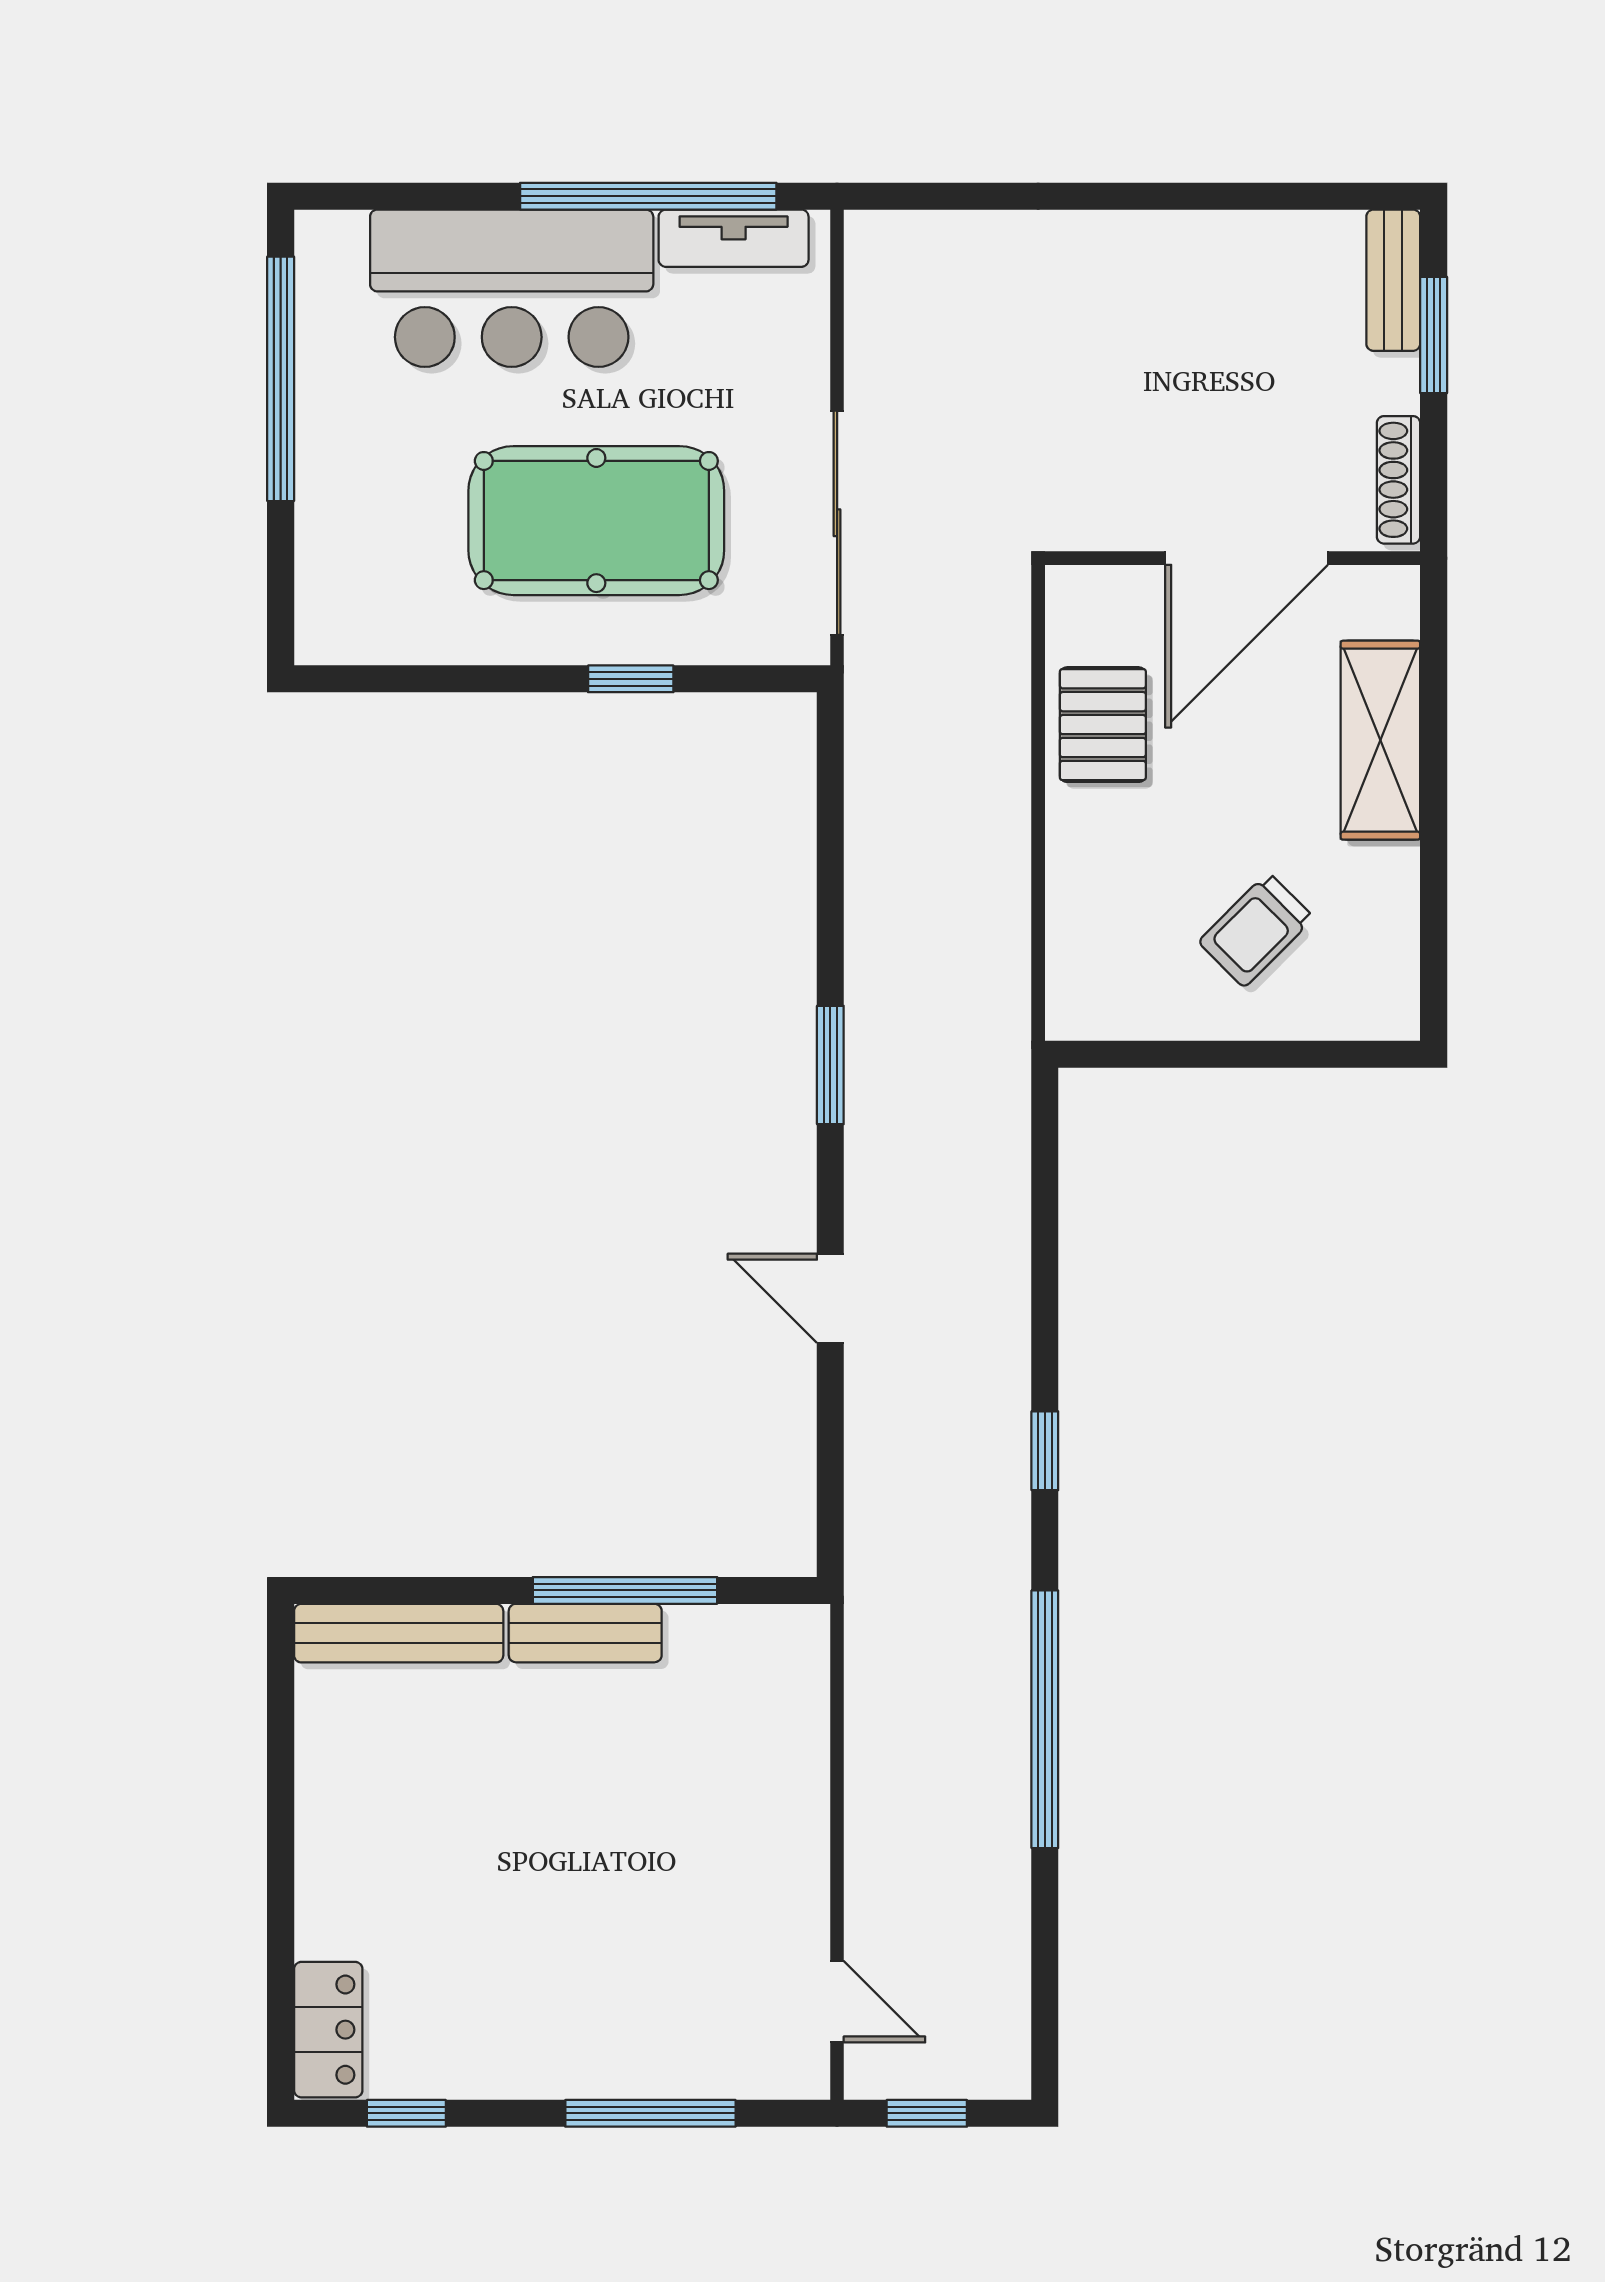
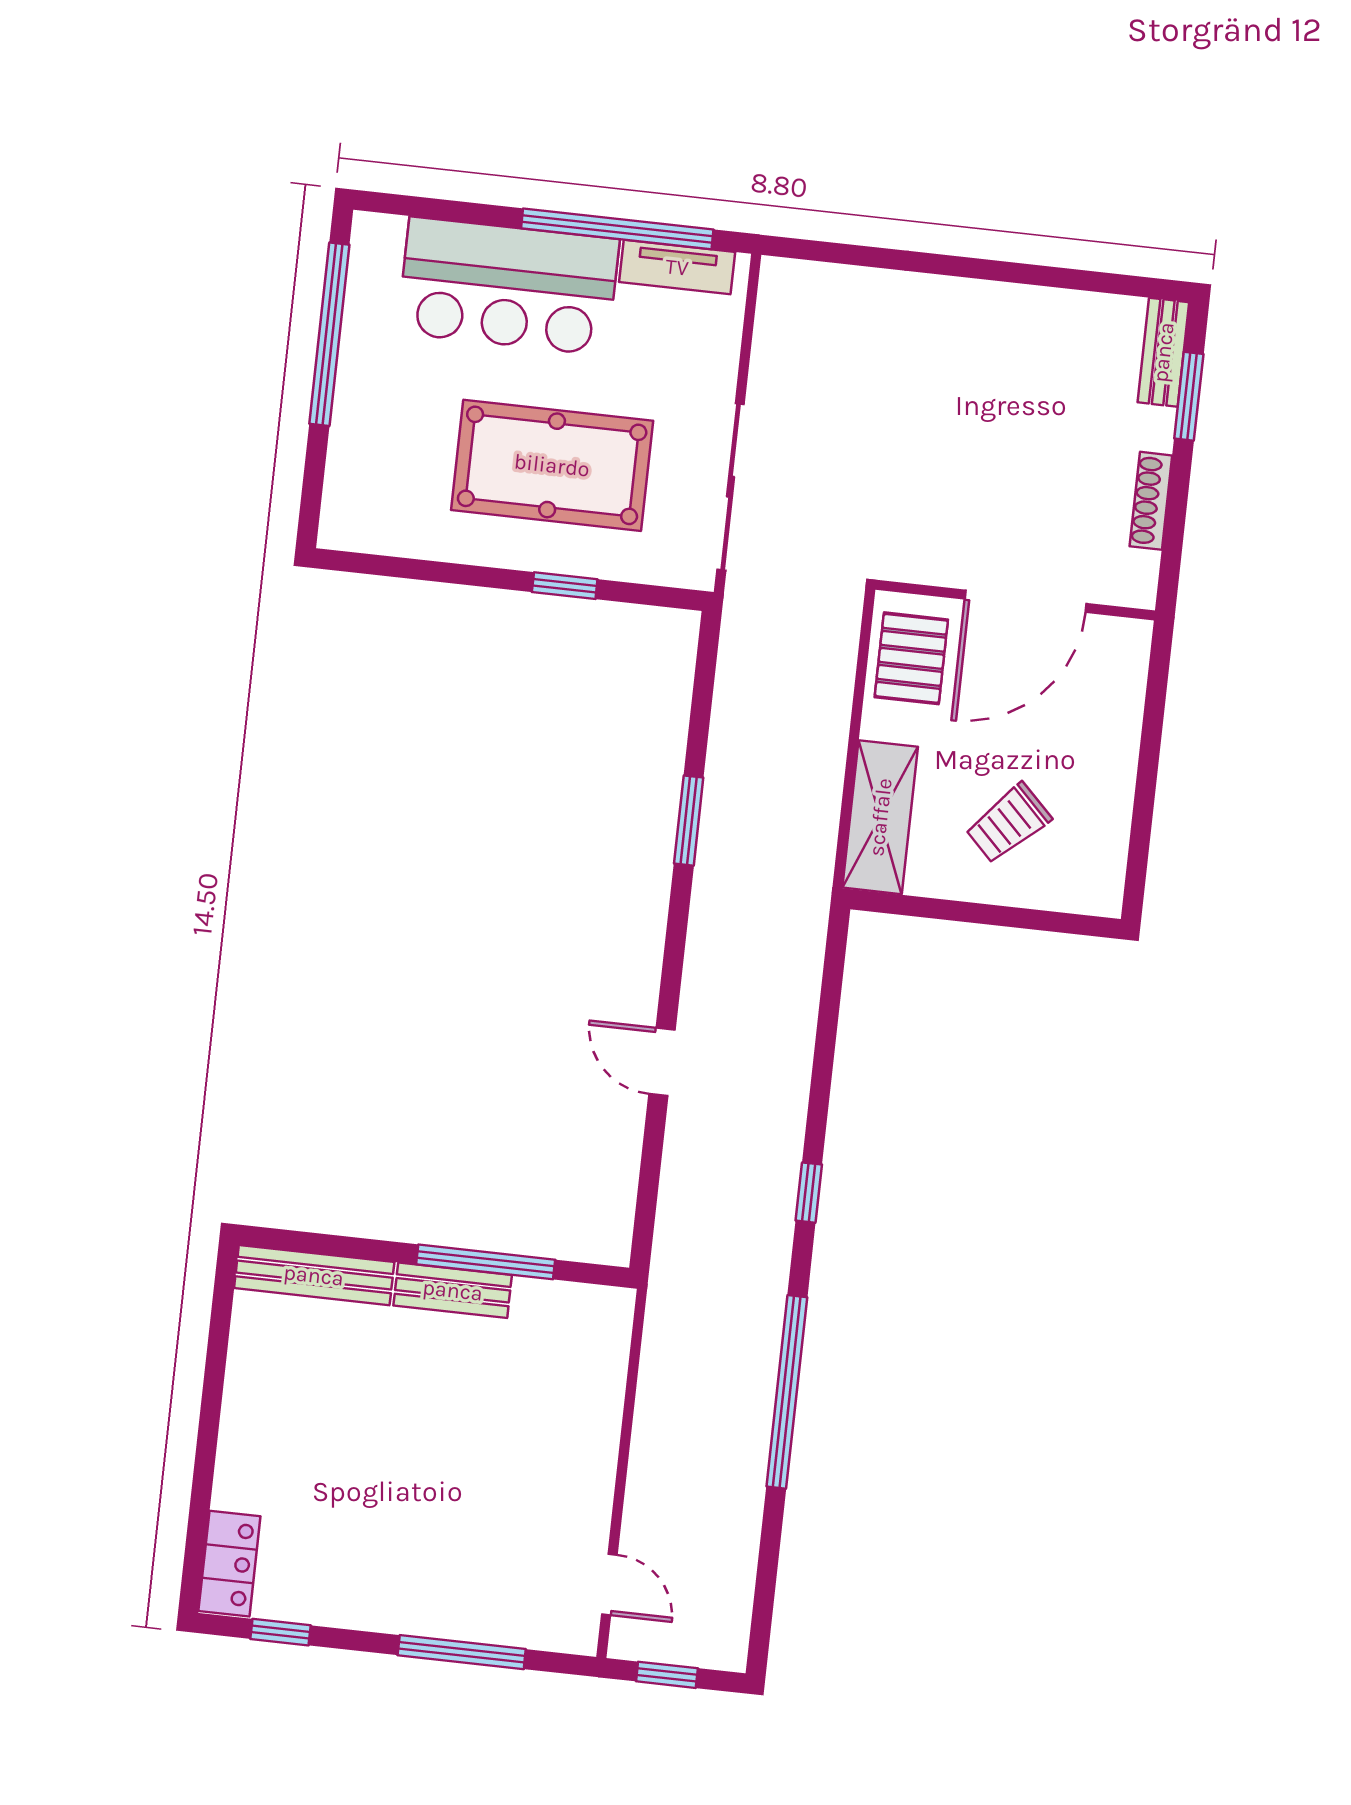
wall: (1232, 558) -> (1015, 600), moved
door: (1246, 558) -> (1026, 601), moved
shelving: (1380, 740) -> (880, 817), moved
window: (830, 1065) -> (689, 821), moved

